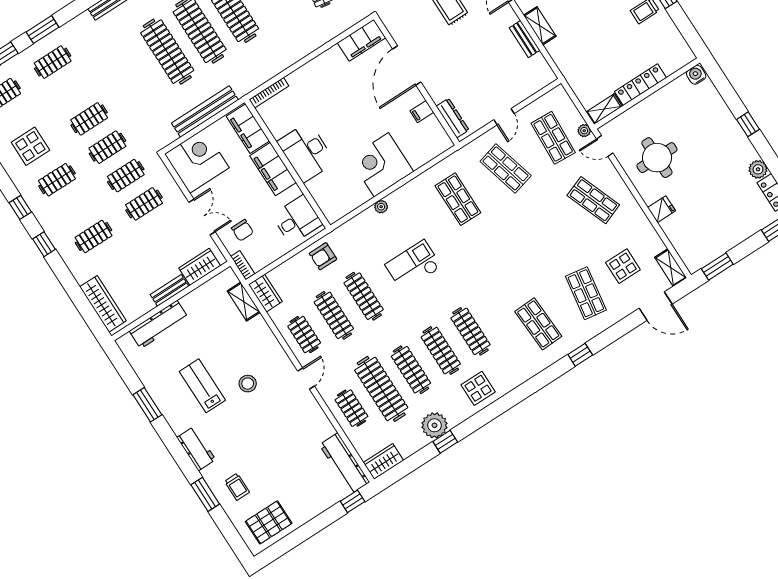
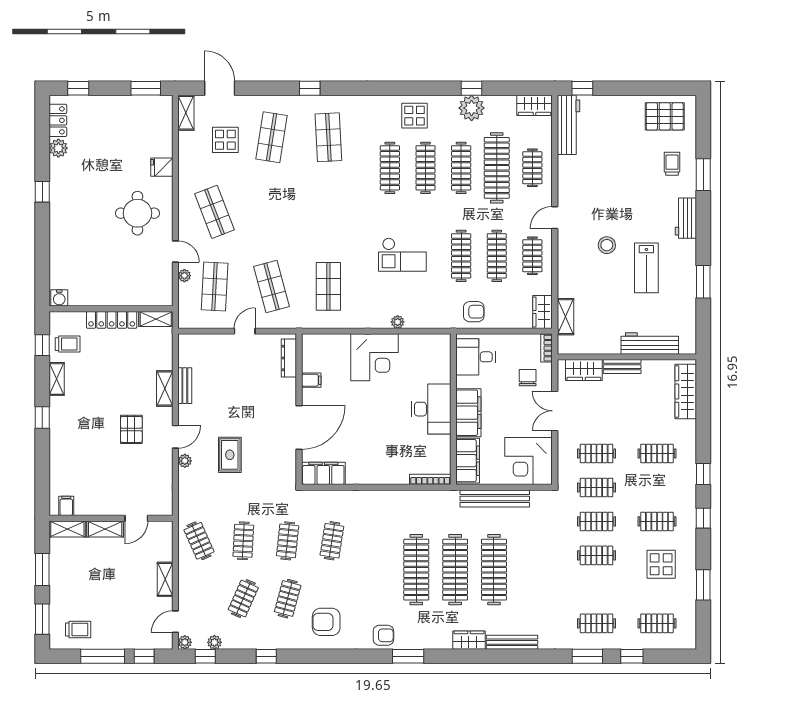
water cooler: (696, 75) -> (59, 298), moved
locker: (640, 85) -> (112, 320), moved
wall: (647, 94) -> (111, 309), moved
shelving: (604, 109) -> (156, 319), moved

